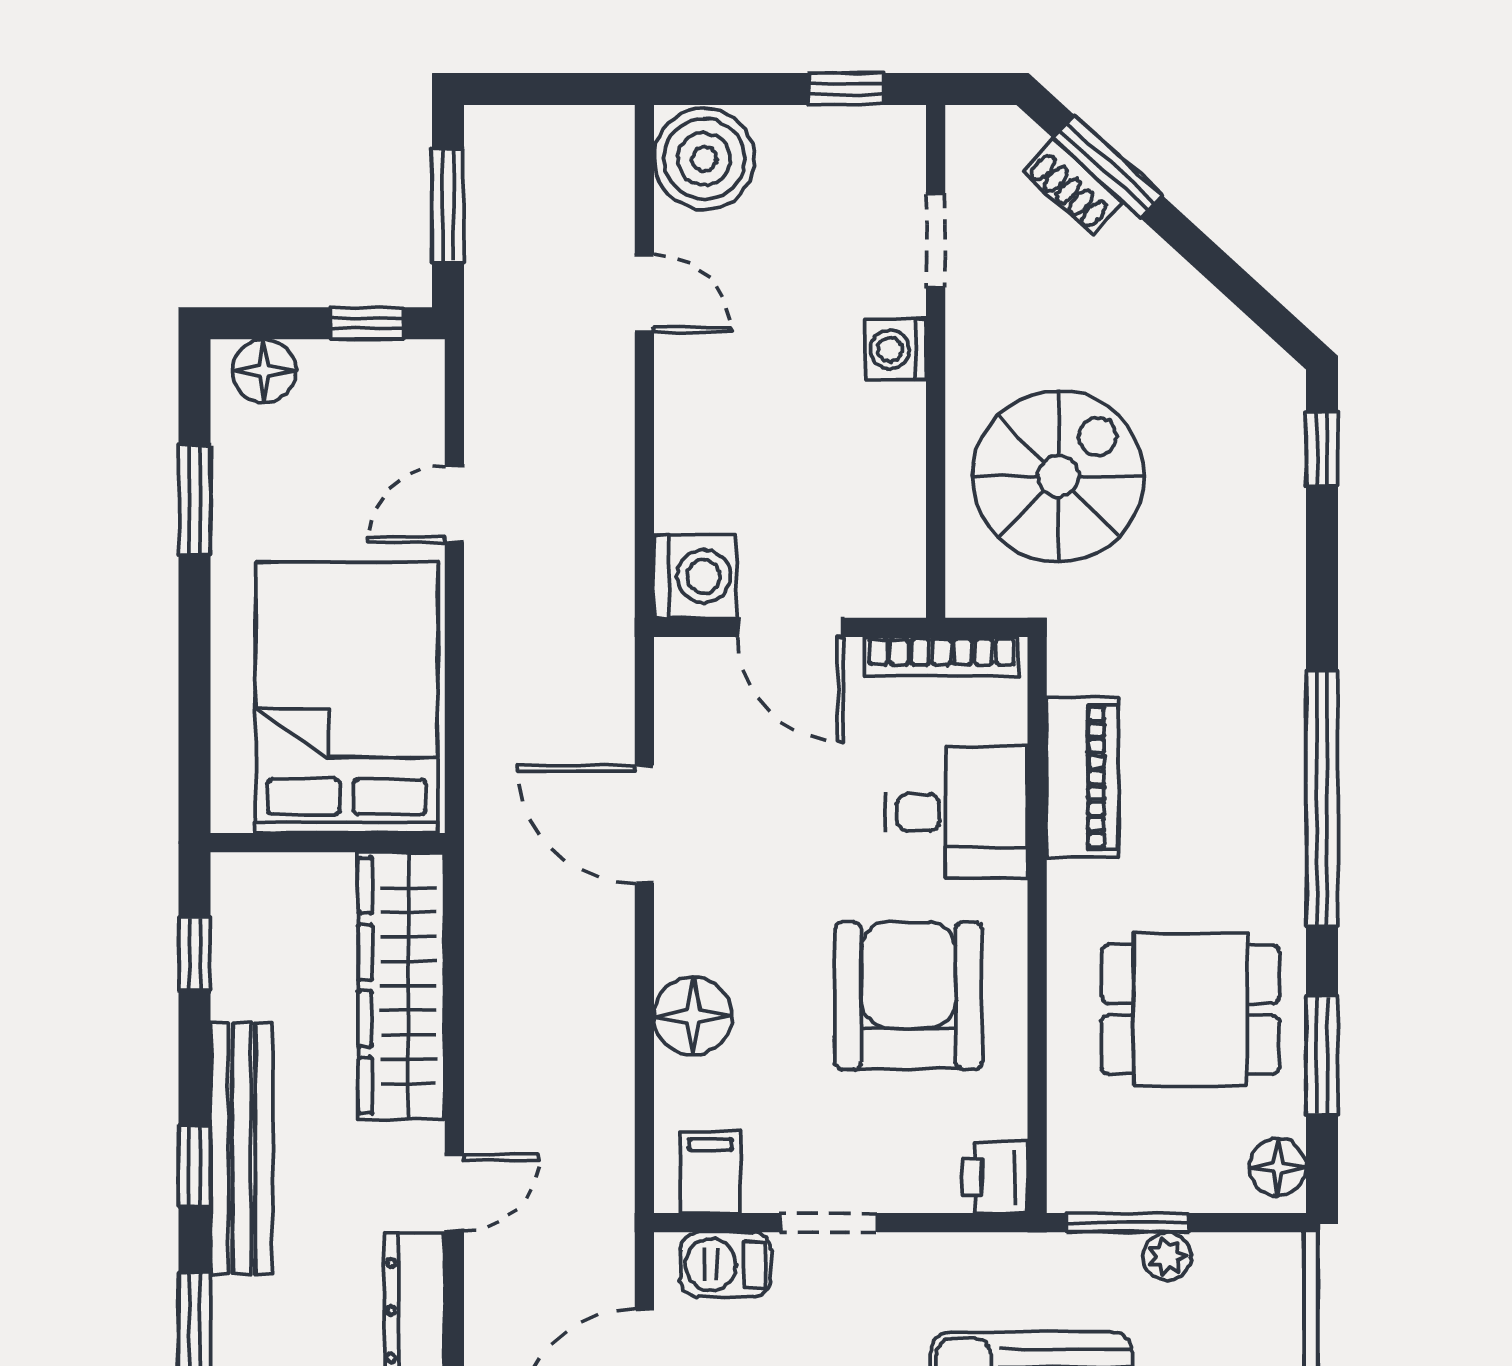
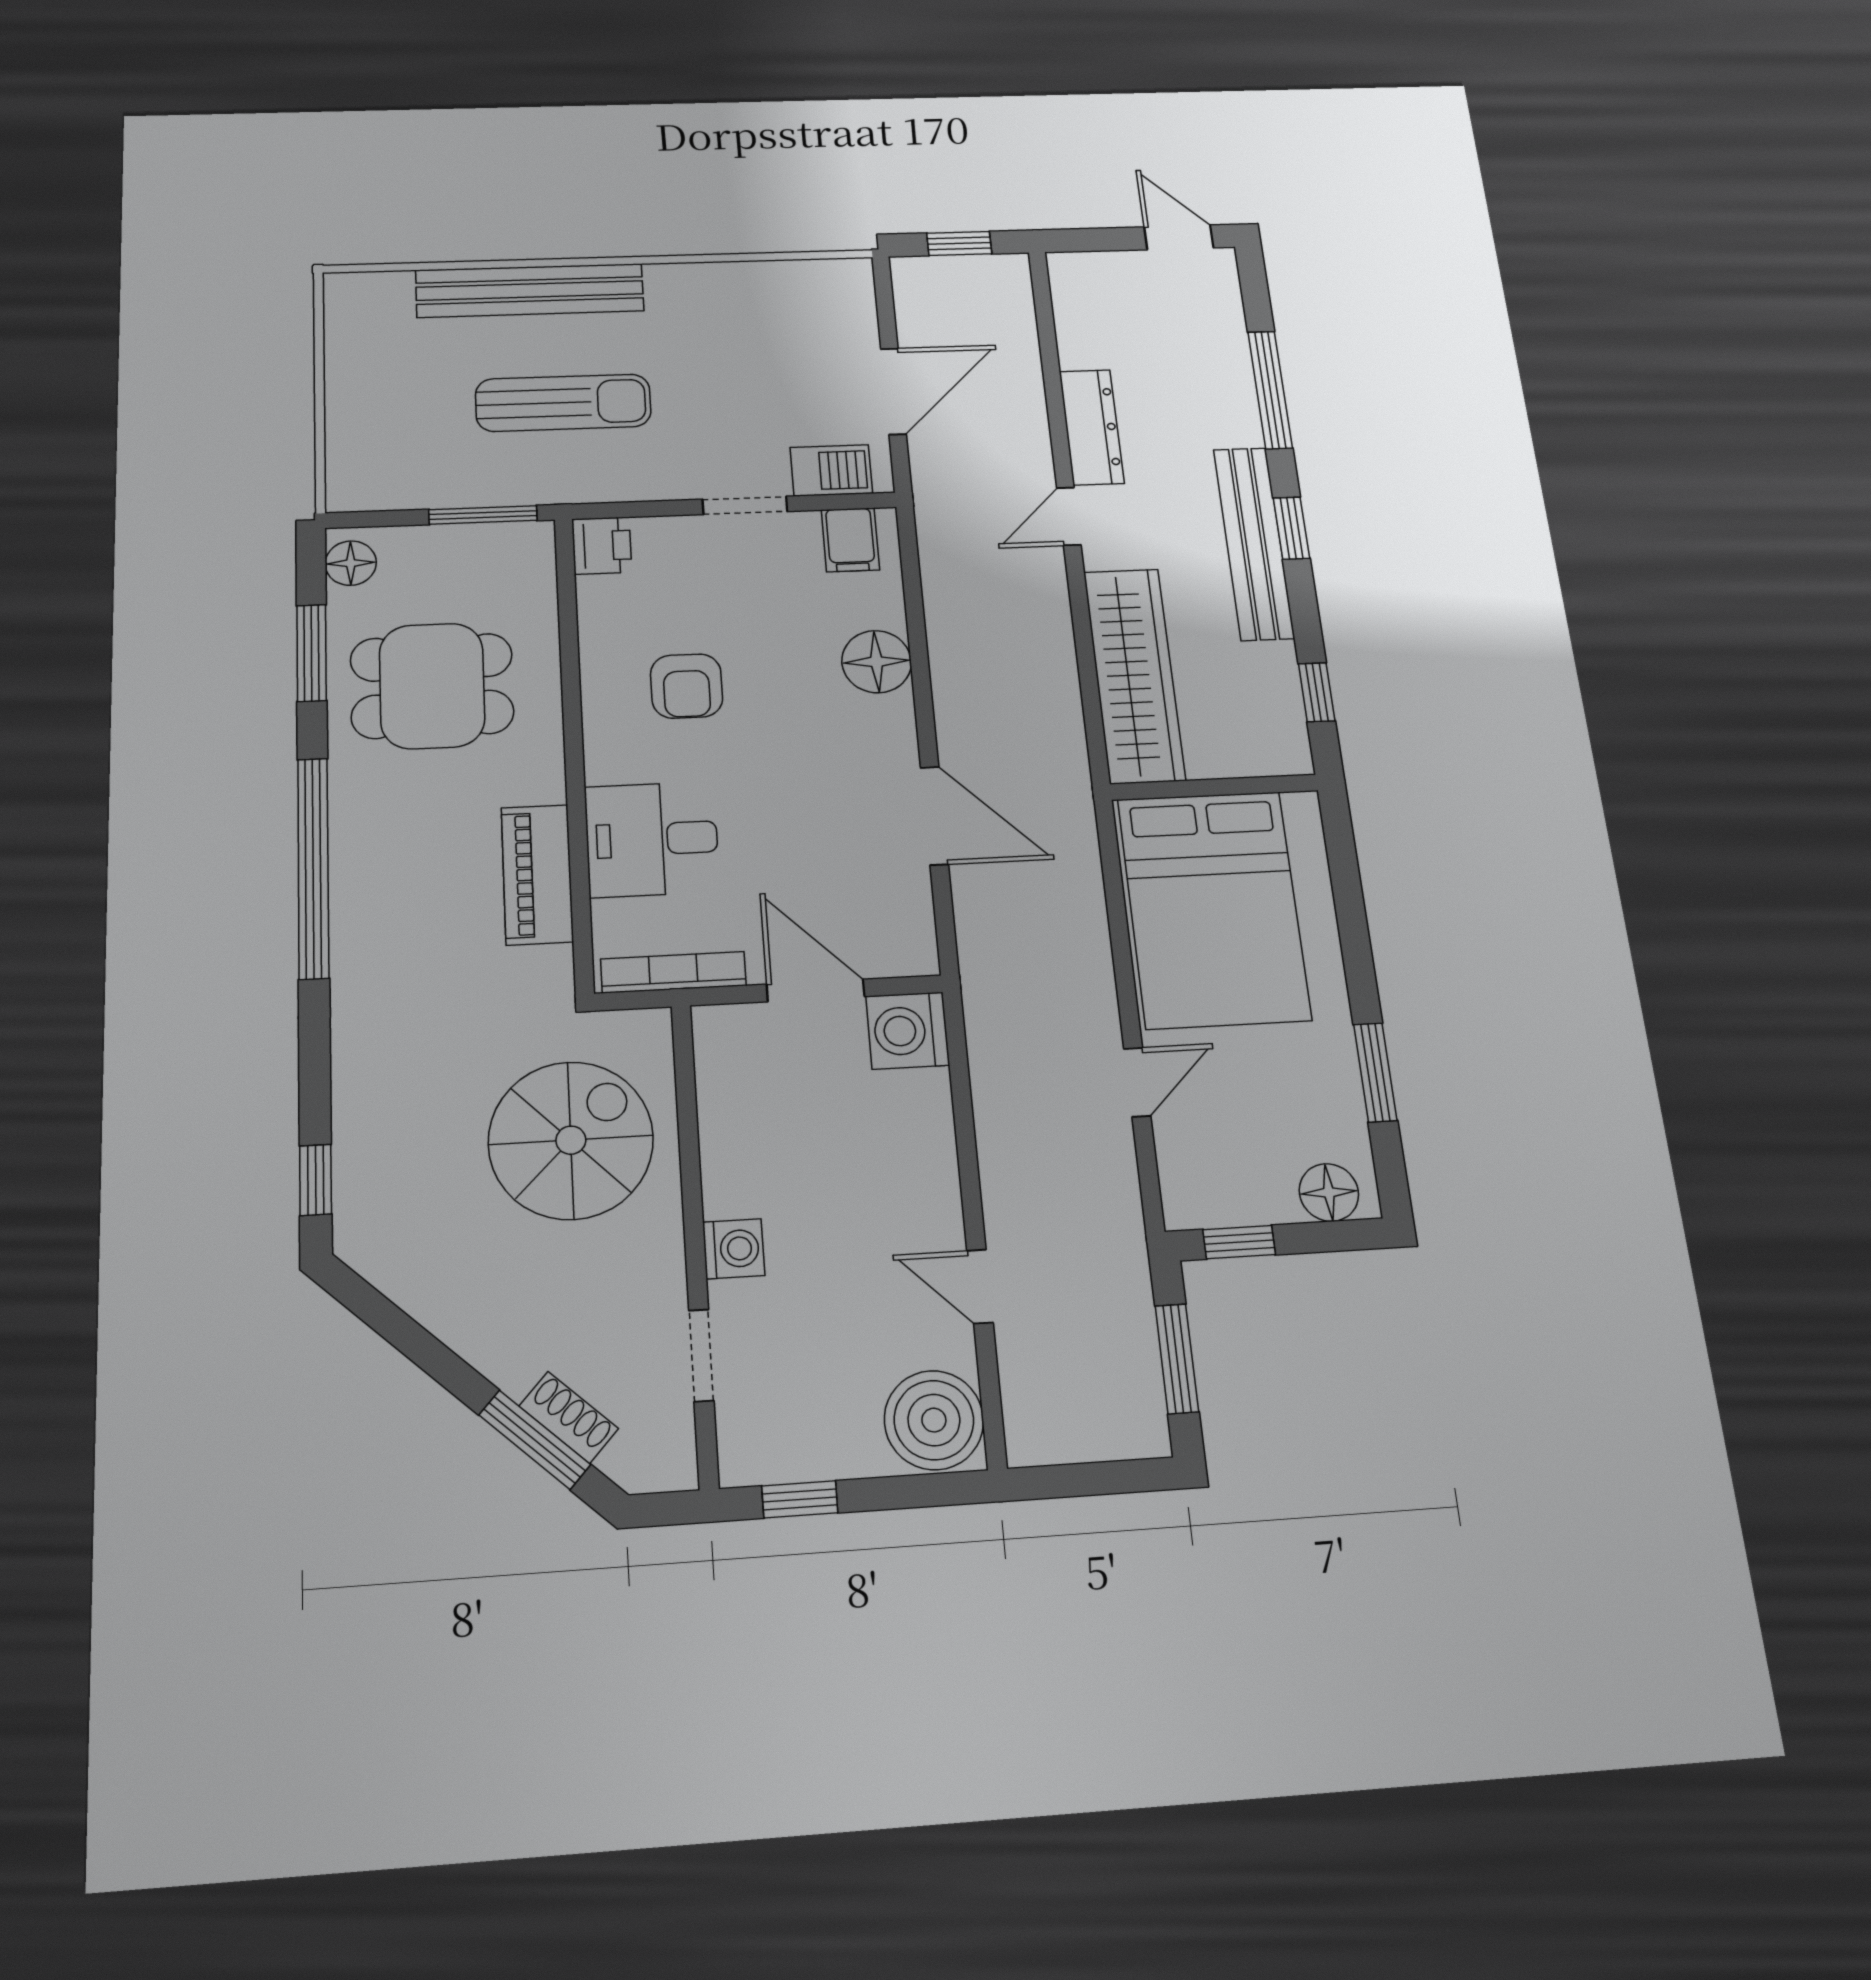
spiral stairs: (1058, 476) -> (571, 1140), turned 180
armchair: (908, 996) -> (687, 686), width x0.53, depth x0.53
plant: (1167, 1256) -> (448, 491), removed

